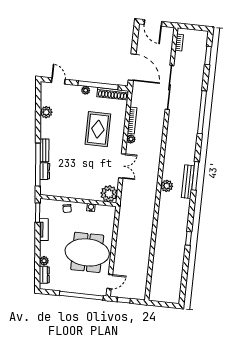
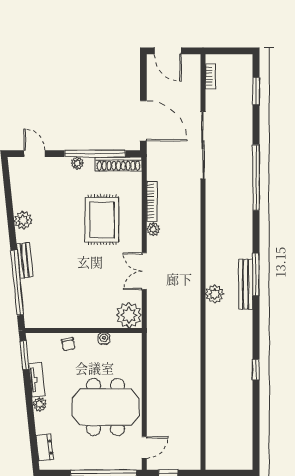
plant: (46, 112) -> (23, 220), moved
double door: (122, 166) -> (144, 271), swing flipped
dresser: (45, 171) -> (29, 291), removed
plant: (44, 261) -> (40, 404), moved

